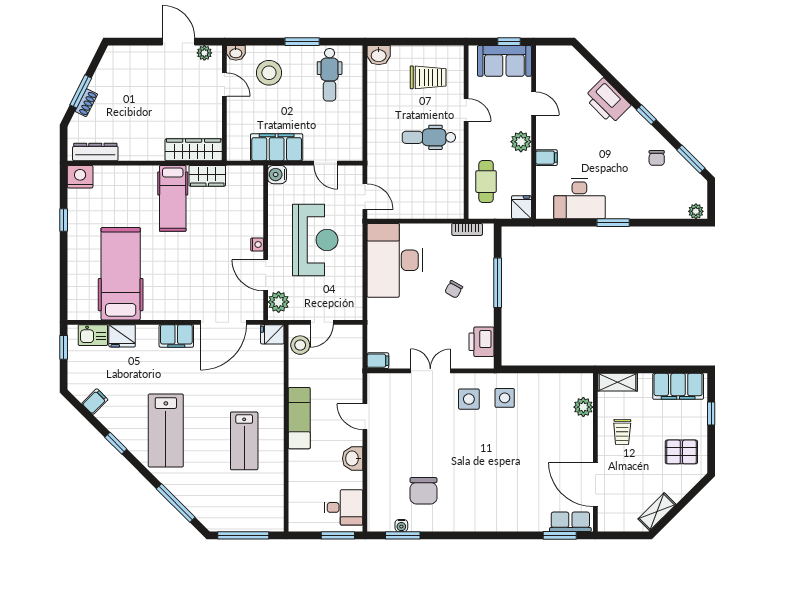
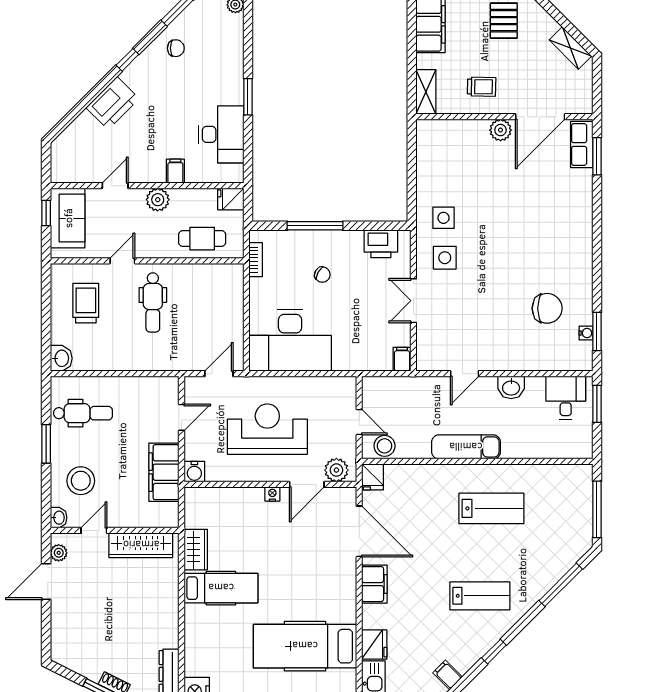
wardrobe: (194, 150) -> (141, 545), moved, turned -90
plant: (583, 407) -> (500, 130), moved
lab bench: (166, 430) -> (480, 596), width x0.73, depth x0.72

